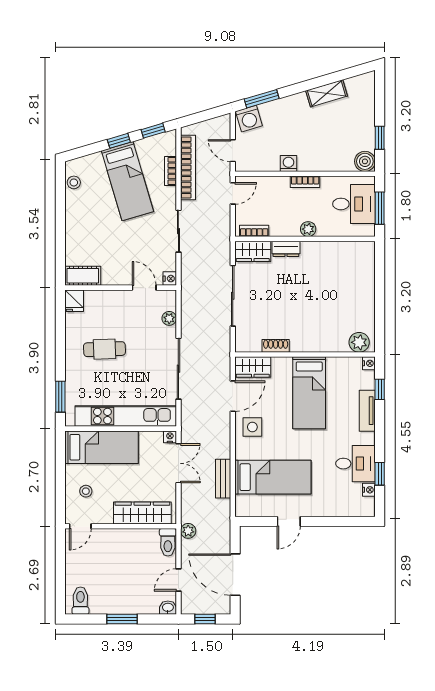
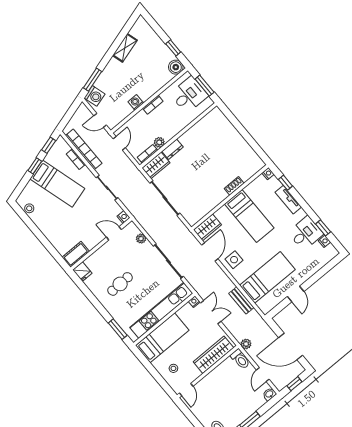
plant: (308, 229) -> (159, 142), moved
plant: (359, 342) -> (253, 167), removed
shoe rack: (276, 346) -> (234, 186), moved

